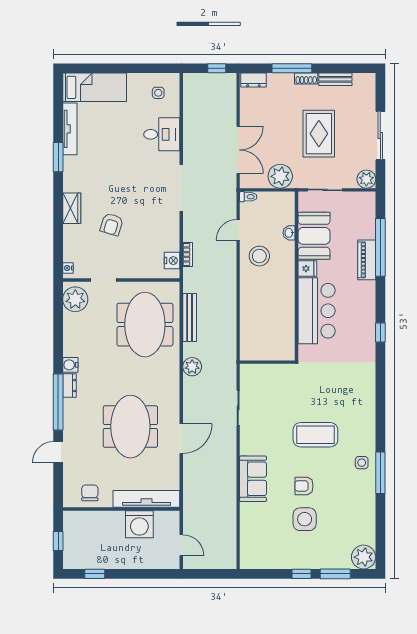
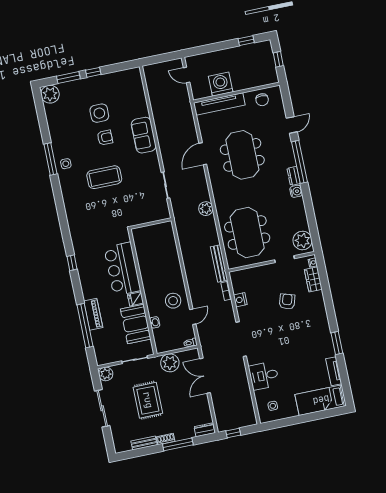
tv unit: (70, 129) -> (334, 371), width x0.71
wardrobe: (72, 208) -> (313, 279), moved
nightstand: (172, 261) -> (240, 300), moved
bench: (190, 318) -> (219, 263), moved

